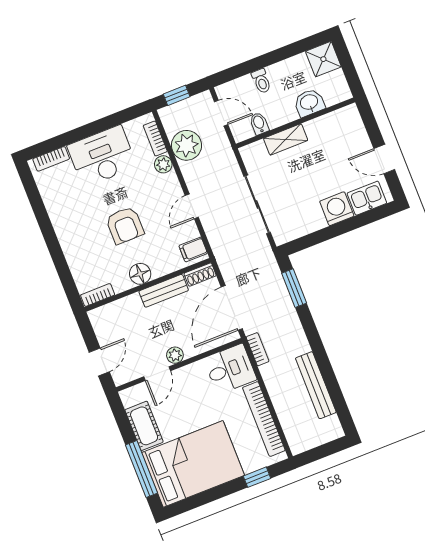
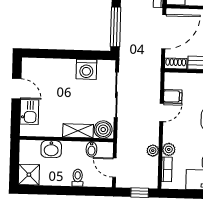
plant: (186, 145) -> (153, 151), width x0.53, depth x0.53
boiler: (255, 154) -> (103, 130), added
kitchen sink: (367, 198) -> (29, 112), moved, turned -90
washing machine: (337, 209) -> (86, 69), moved
filing cabinet: (193, 249) -> (173, 96), moved
window: (294, 288) -> (116, 27), width x1.44

